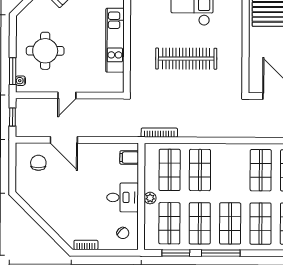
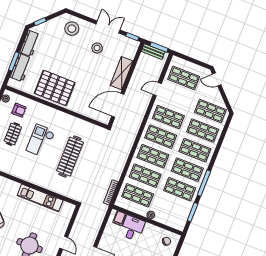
desk: (123, 197) -> (132, 228), moved
shop shelf: (169, 223) -> (153, 156), moved

